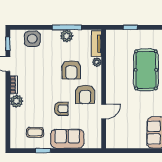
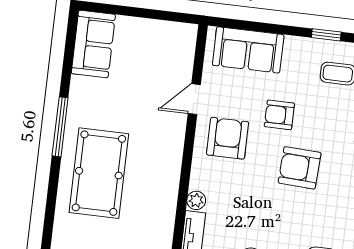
armchair: (71, 70) -> (300, 168), moved, turned -87
sofa: (67, 139) -> (248, 50), moved

